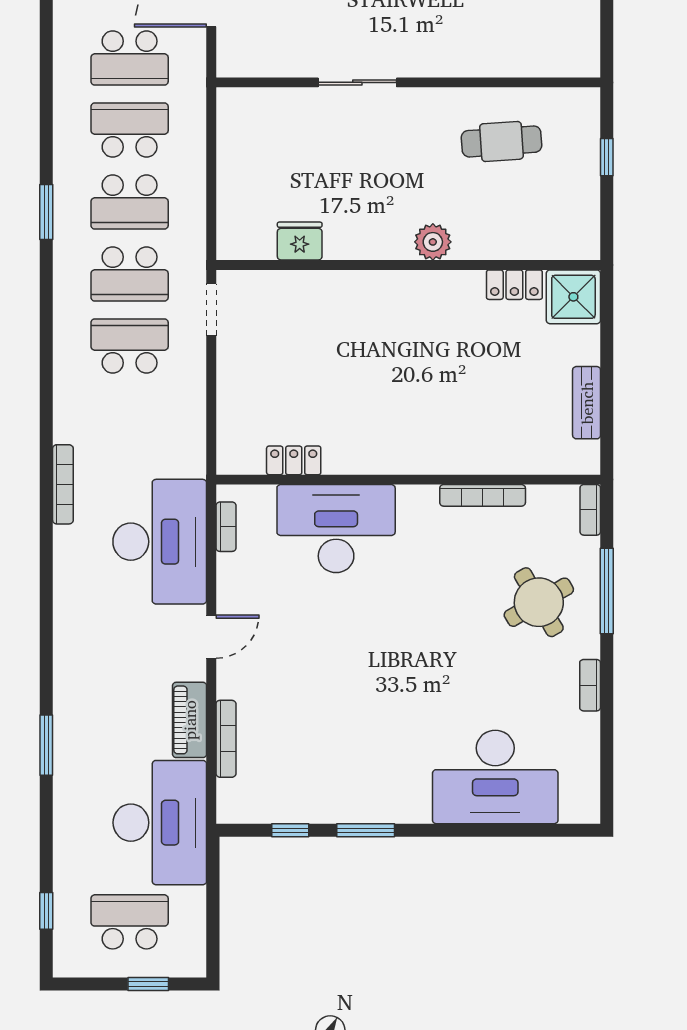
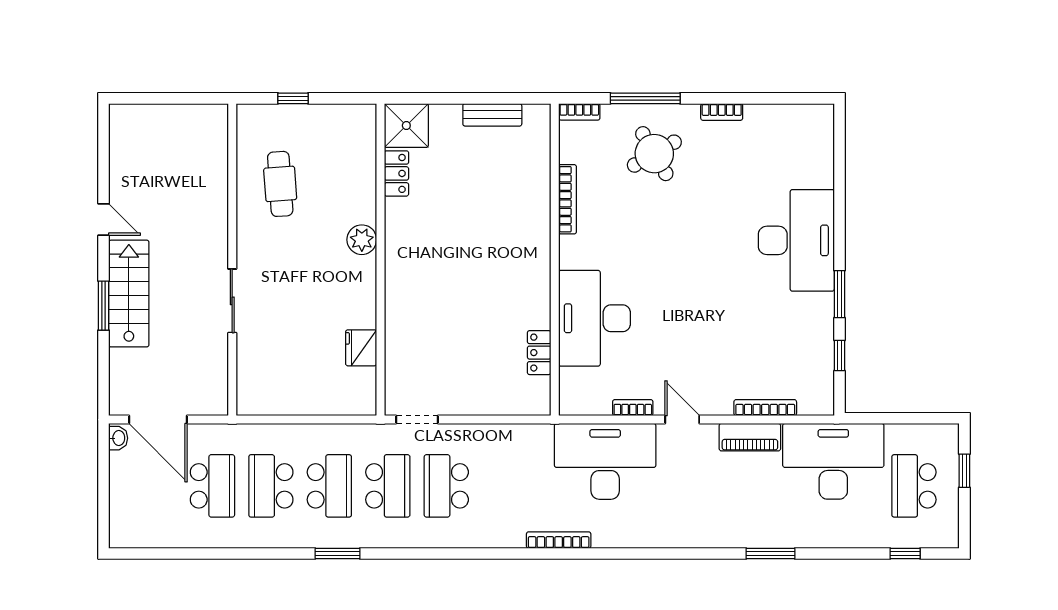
bookcase: (226, 527) -> (633, 408), moved
desk: (495, 777) -> (796, 240), moved

